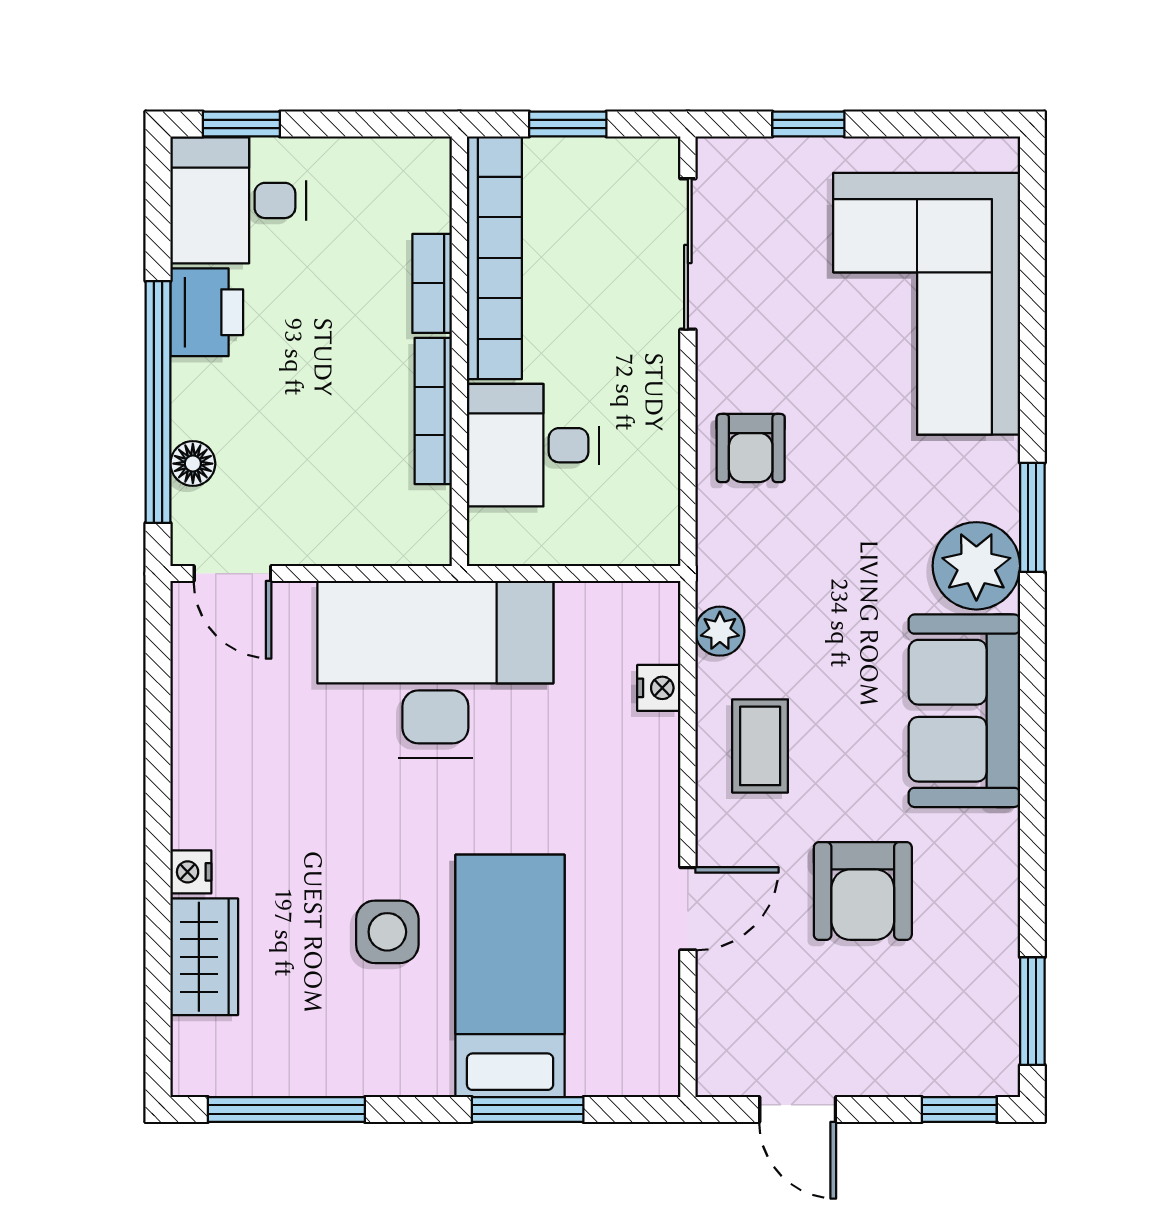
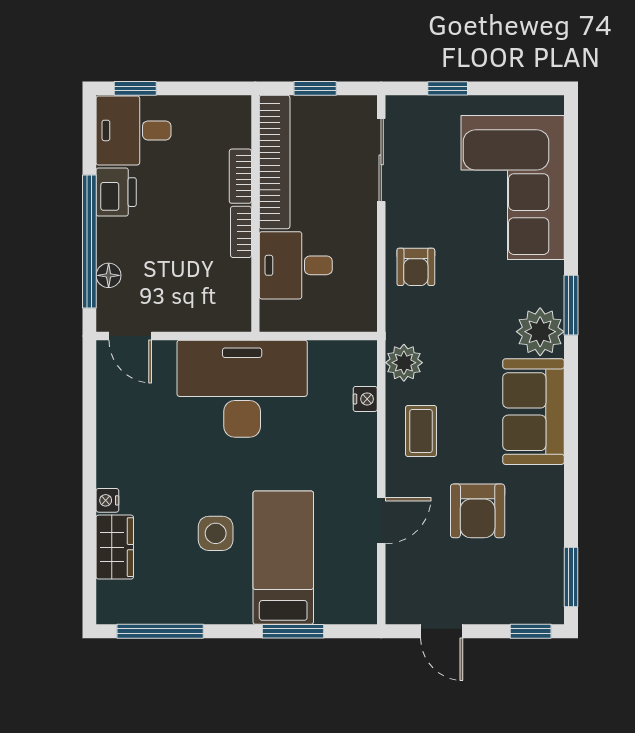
bookcase: (433, 411) -> (241, 232), width x0.64
plant: (720, 631) -> (404, 363), width x1.38, depth x1.38

